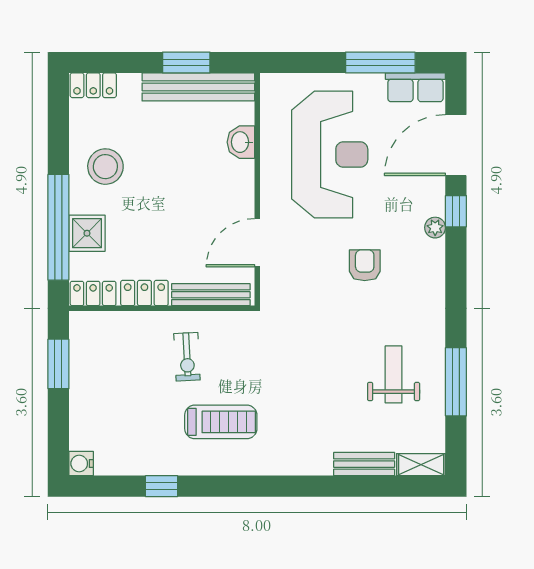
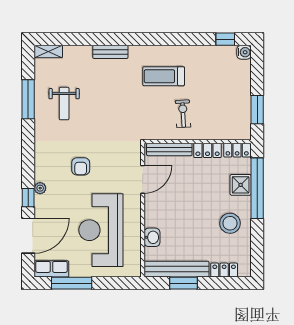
locker: (93, 85) -> (224, 270), moved
bench: (364, 464) -> (110, 52), moved
window: (162, 486) -> (225, 39), moved

